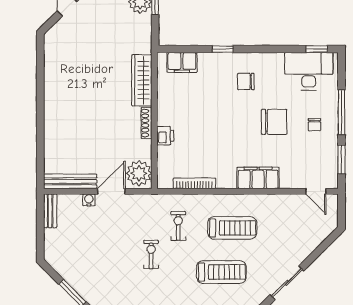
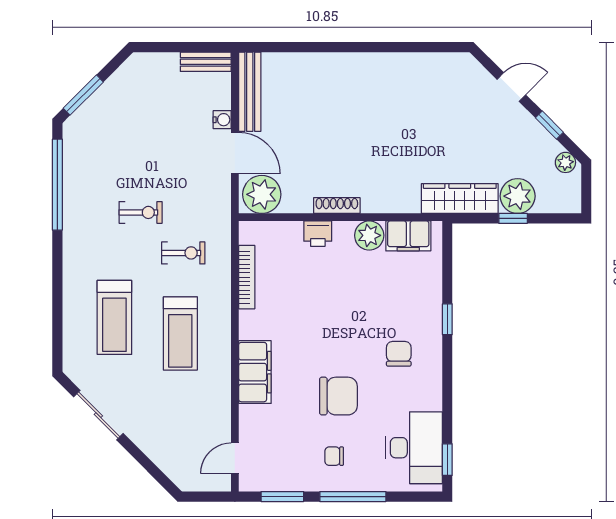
filing cabinet: (182, 62) -> (408, 236), moved, turned -90
wardrobe: (142, 80) -> (460, 199), moved
plant: (167, 101) -> (369, 235), added
chair: (274, 122) -> (338, 396), turned -90

